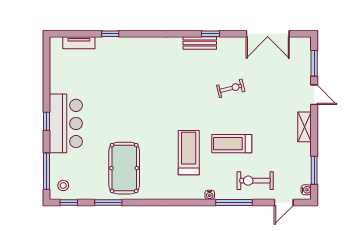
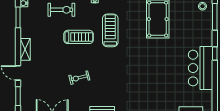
bar counter: (66, 123) -> (201, 68), moved
treadmill: (189, 153) -> (110, 30), turned 180

